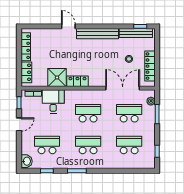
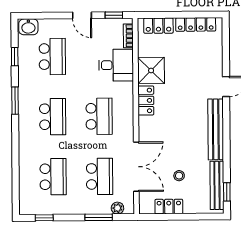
locker: (150, 66) -> (169, 206), width x0.66

